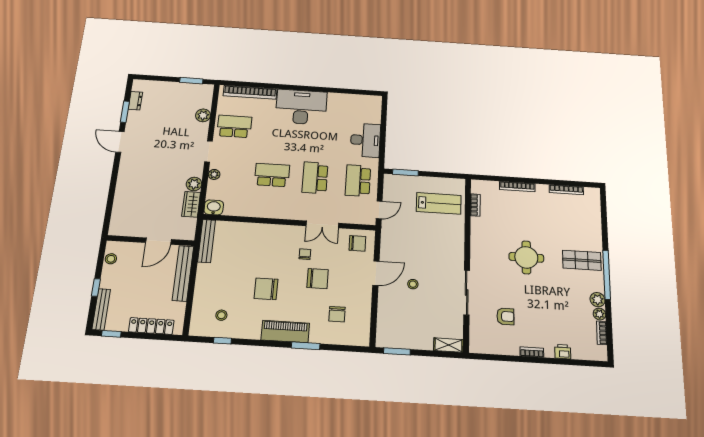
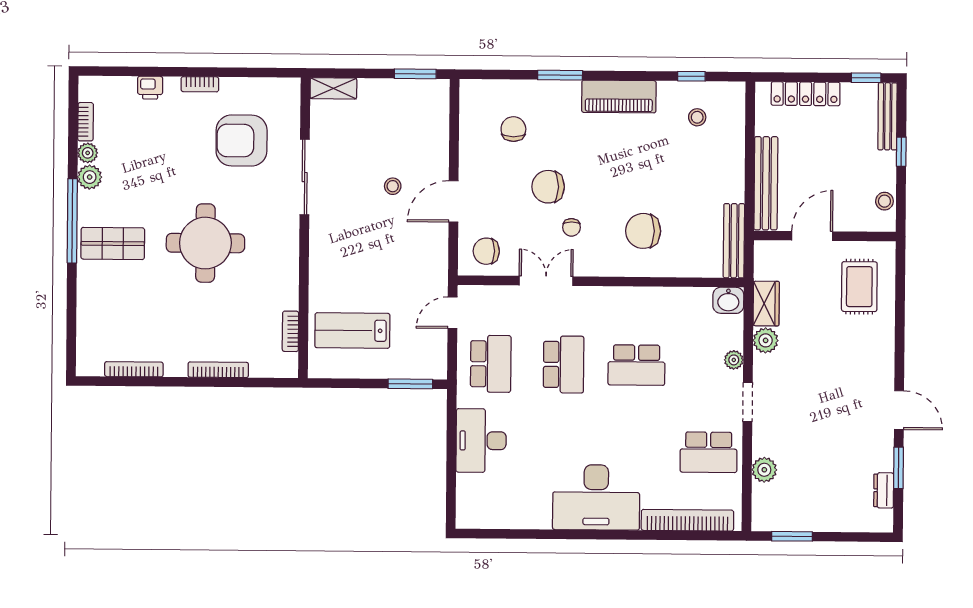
rug: (134, 211) -> (859, 287), added
round table: (526, 257) -> (205, 243), width x1.36, depth x1.36
chair: (266, 289) -> (643, 231), moved, turned 180
armchair: (505, 316) -> (242, 141), width x1.88, depth x1.88
piano: (285, 332) -> (619, 97), moved

